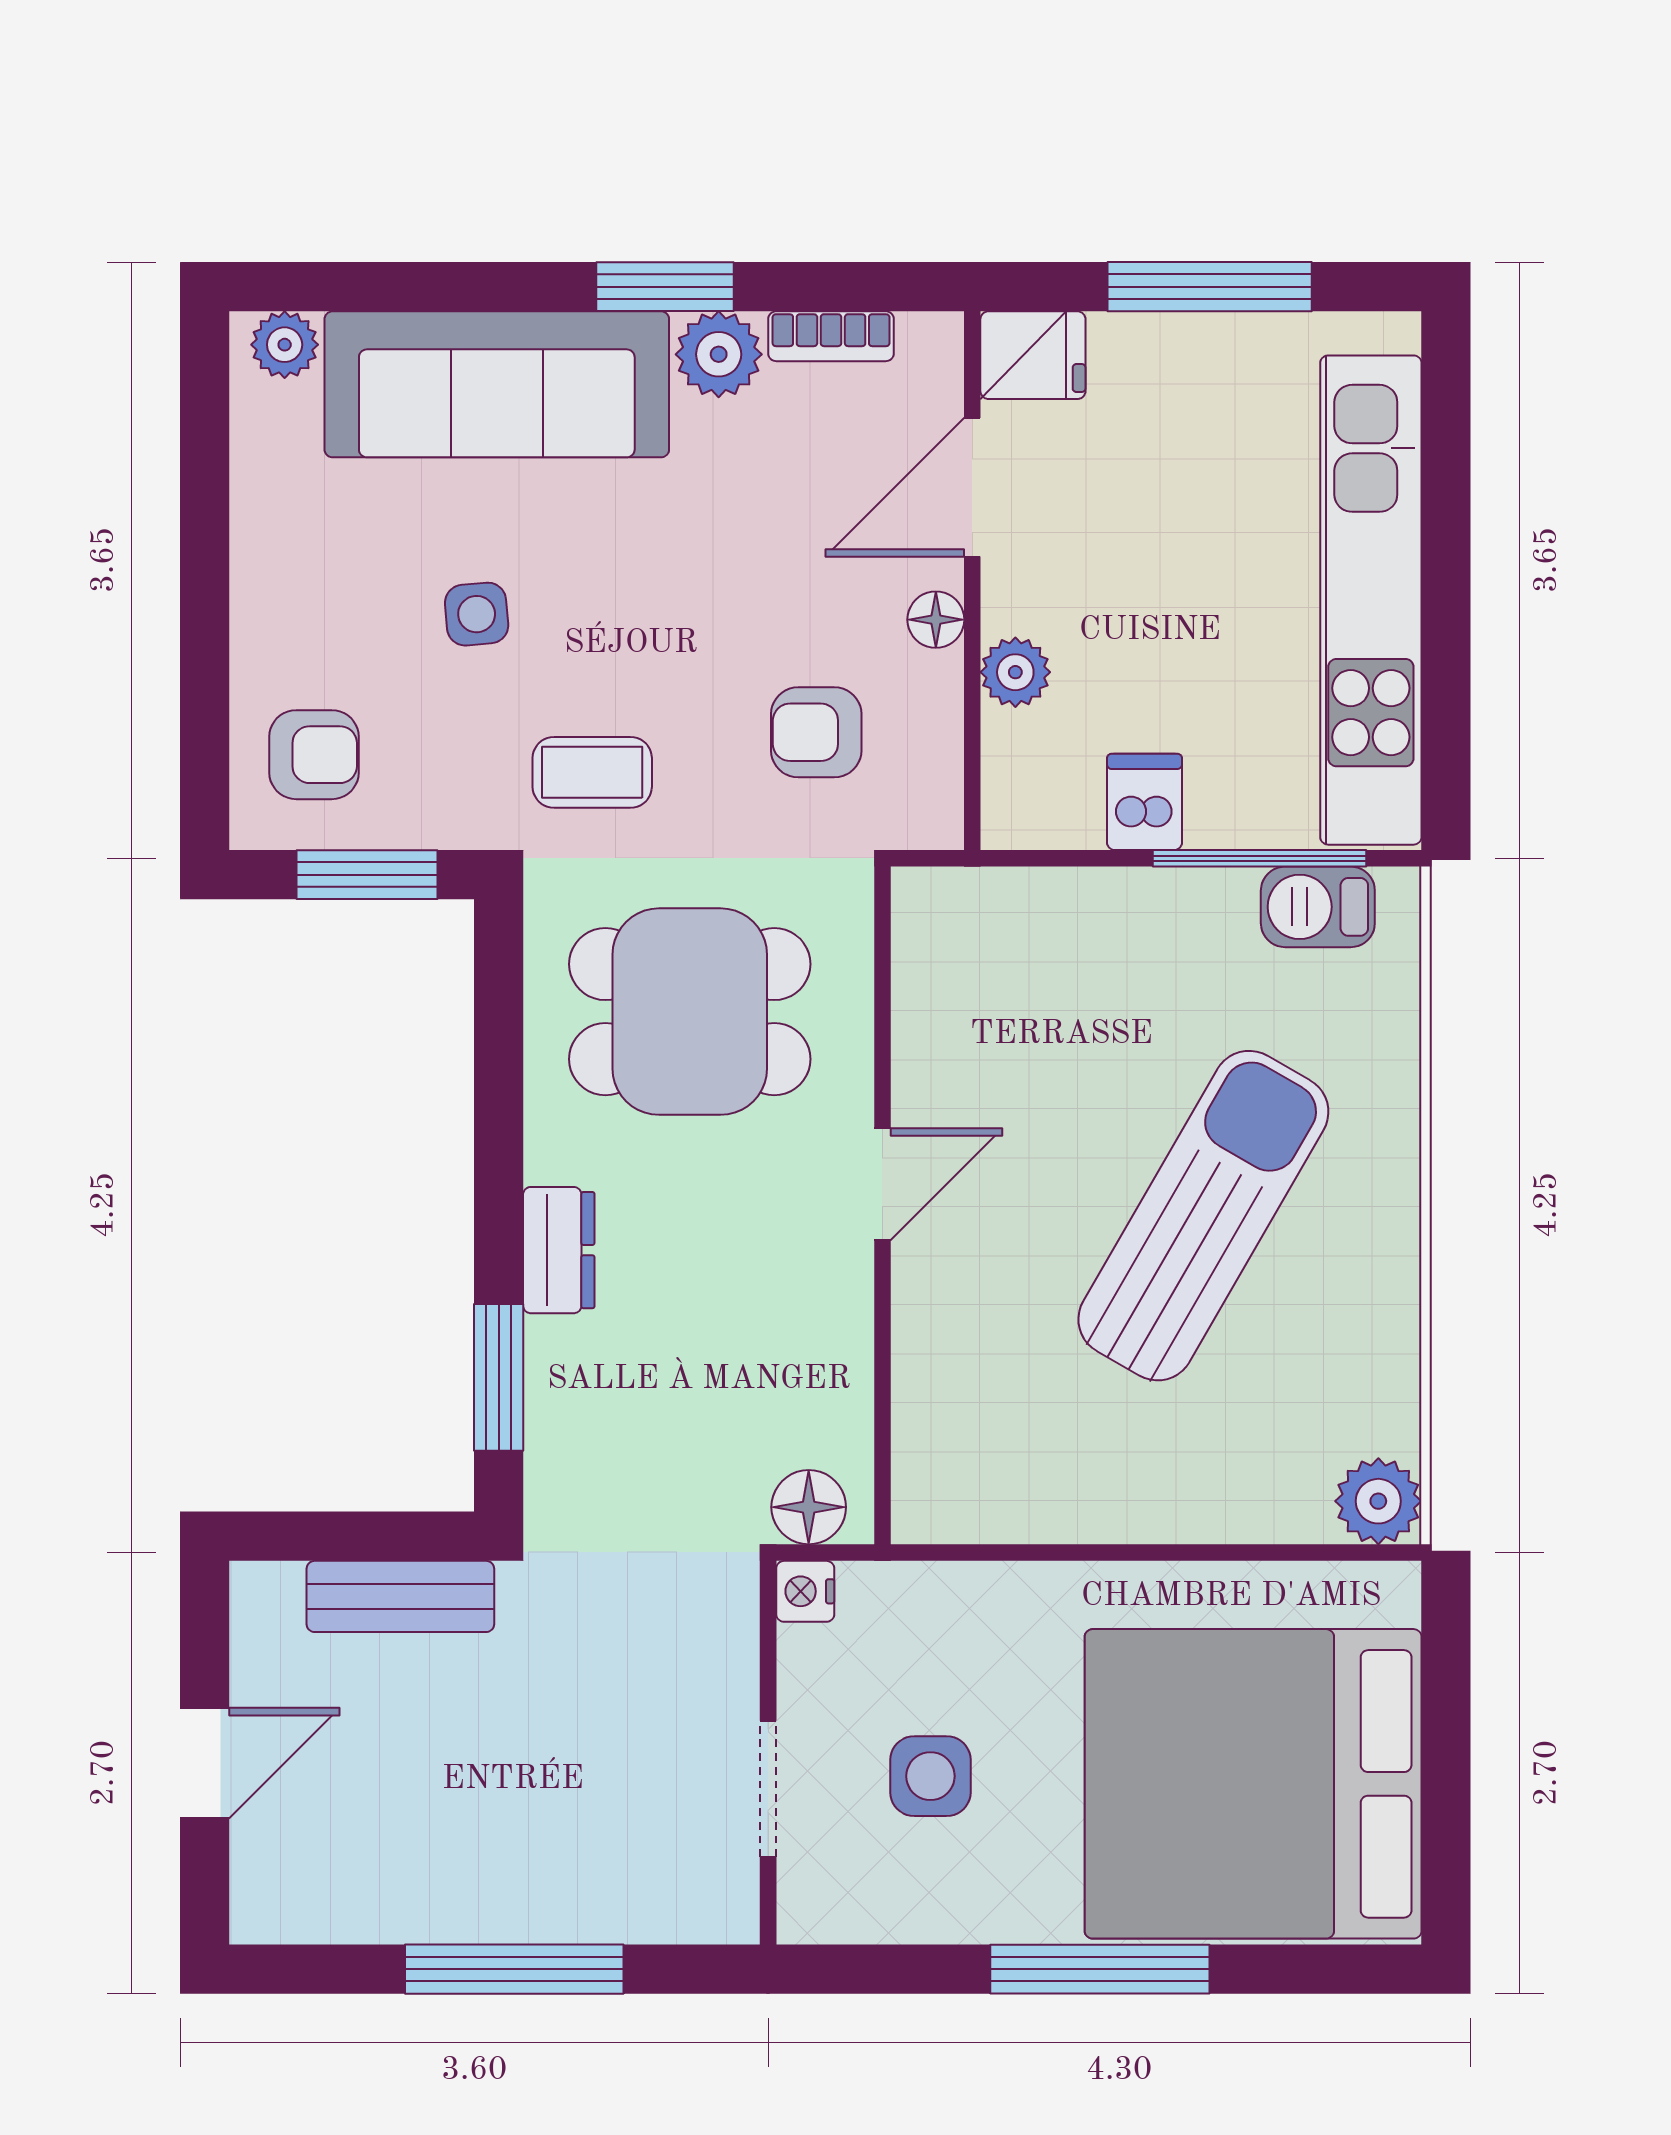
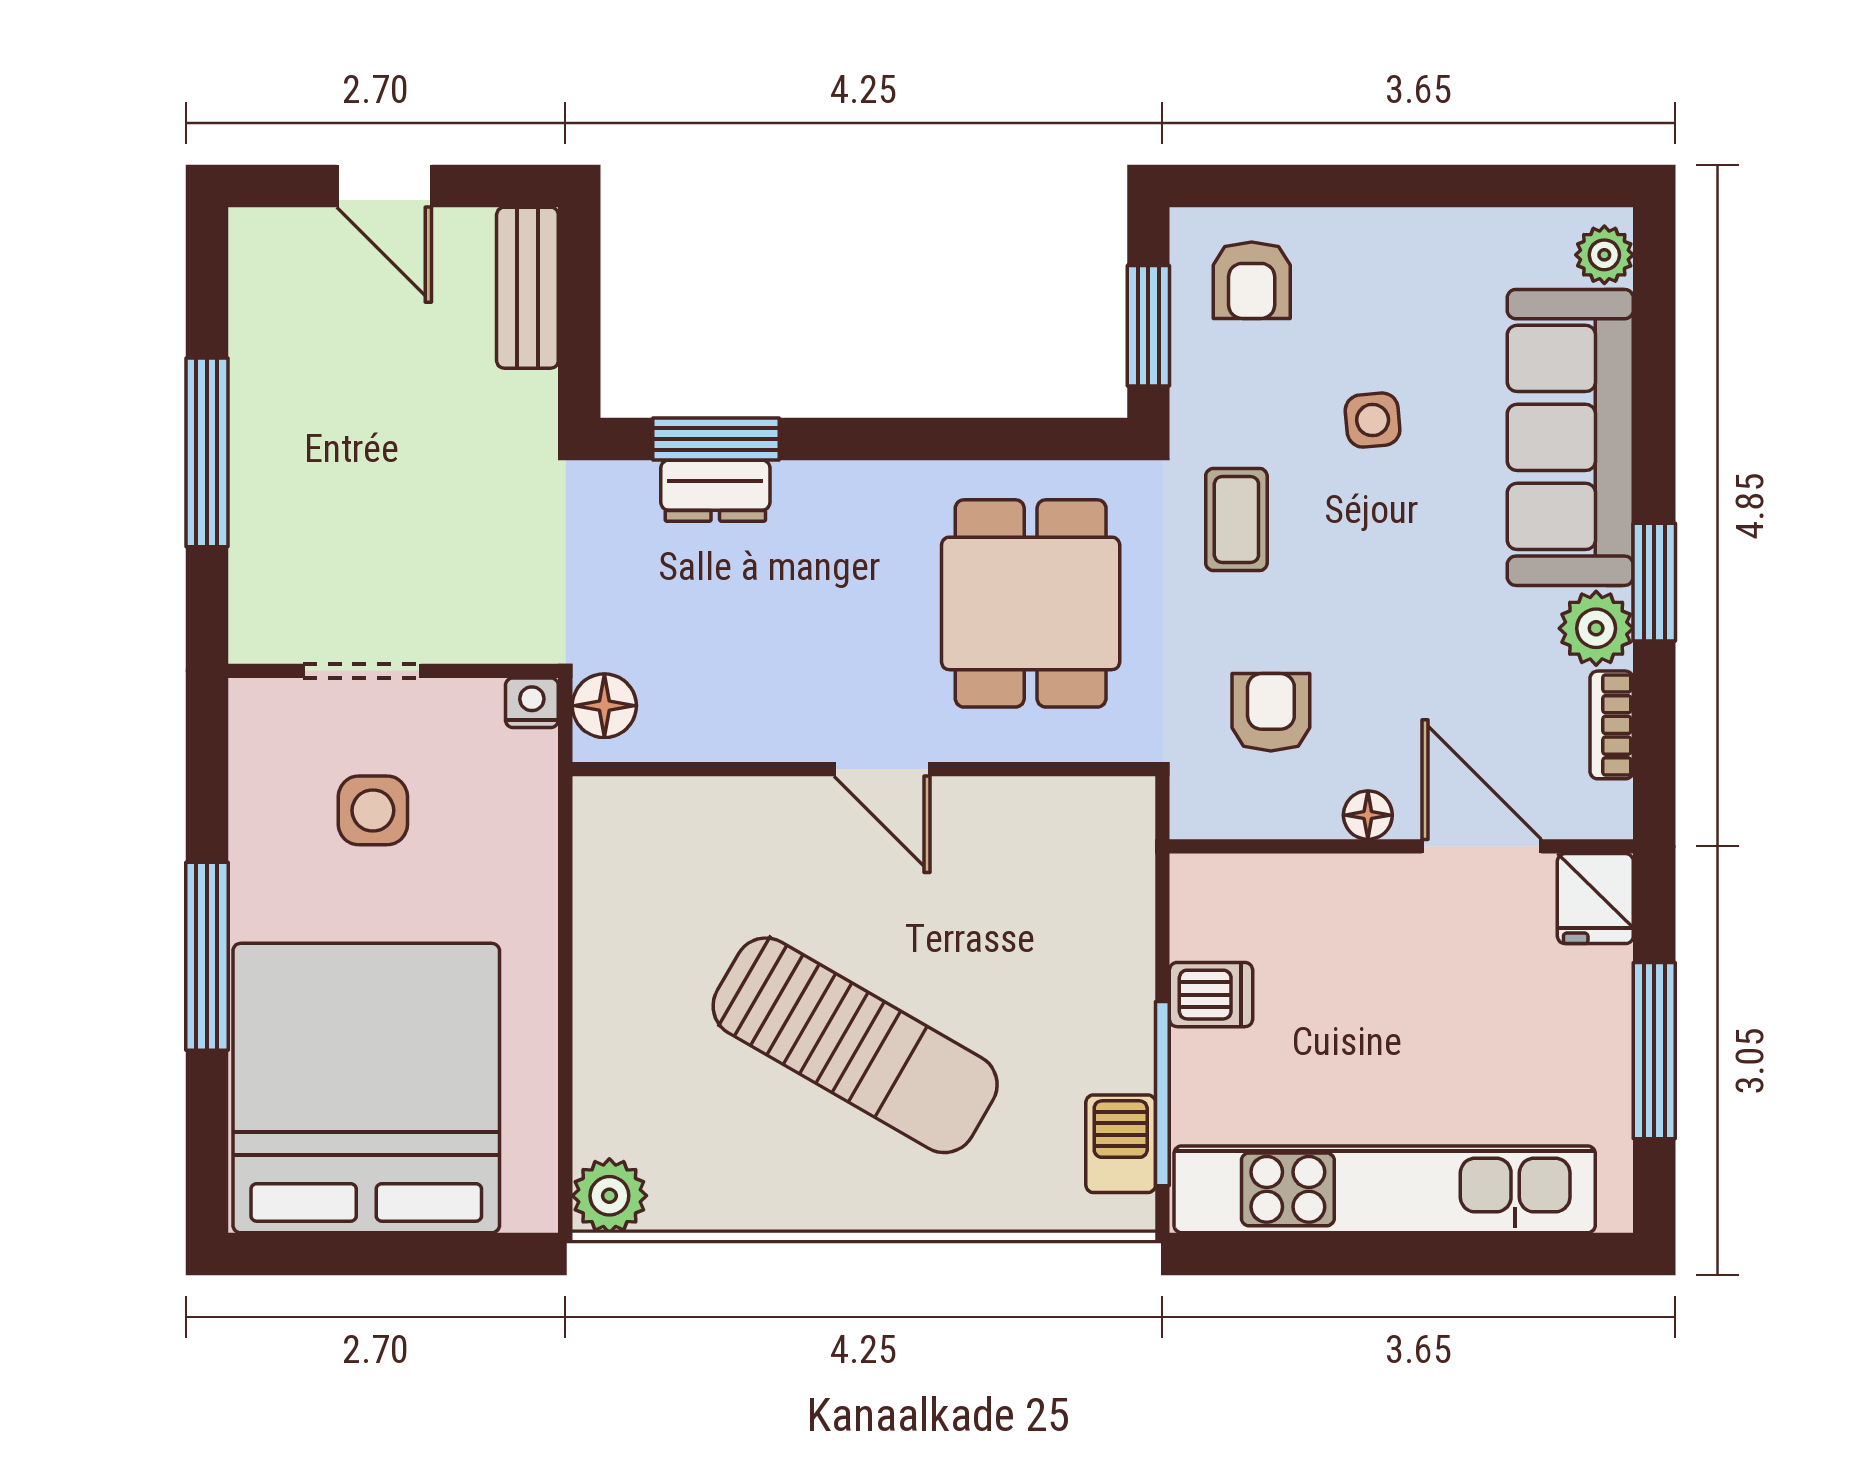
plant: (1015, 672) -> (1323, 883), removed
dresser: (559, 1250) -> (715, 491), moved
bench: (400, 1596) -> (527, 288), moved

